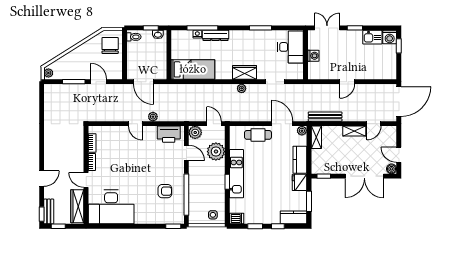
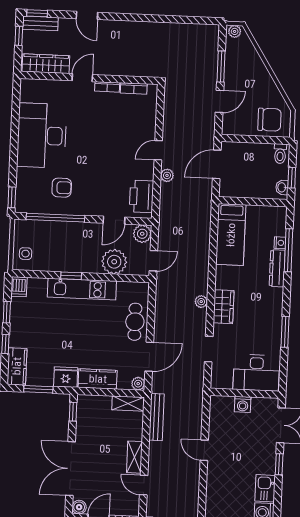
armchair: (165, 191) -> (62, 188), turned -90
desk: (111, 207) -> (42, 136), moved

